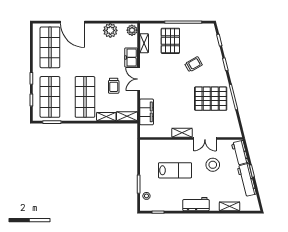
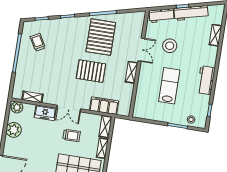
pallet: (170, 41) -> (91, 71), moved
trolley: (193, 64) -> (38, 42), moved
workbench: (196, 204) -> (206, 80), moved

